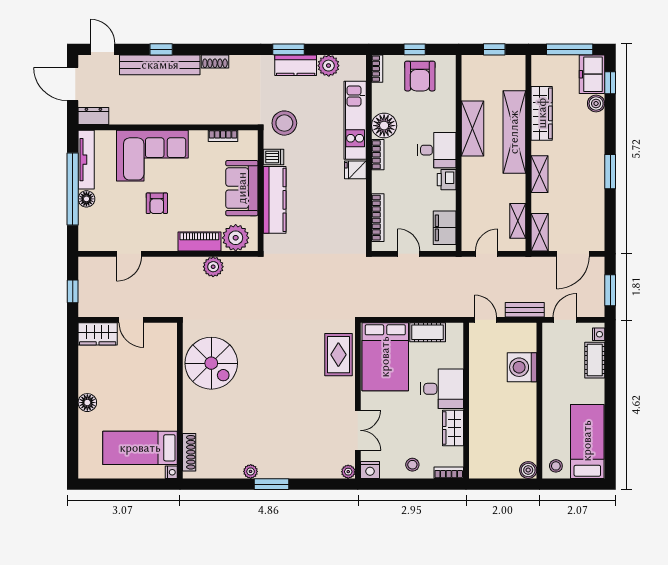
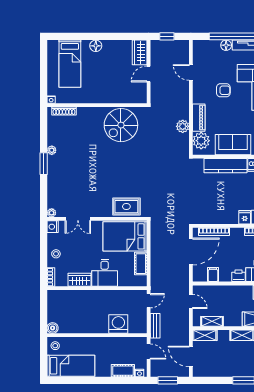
armchair: (157, 203) -> (223, 90), turned 180
filing cabinet: (445, 228) -> (213, 275), width x0.50
door: (409, 254) -> (191, 252), width x1.88
bed: (140, 448) -> (70, 64), moved, turned 180

